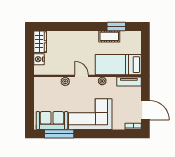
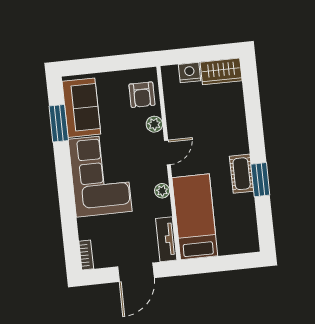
window: (116, 27) -> (260, 180), moved
cot: (109, 36) -> (242, 174), moved
armchair: (48, 87) -> (142, 95), added
door: (145, 110) -> (136, 272), moved
window: (59, 134) -> (59, 123), width x0.69

